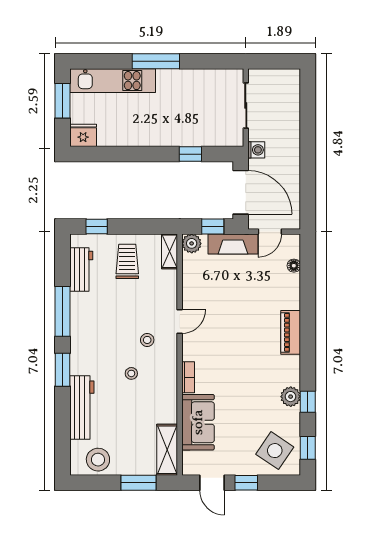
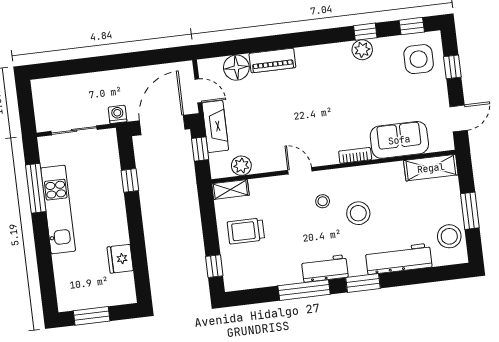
window: (156, 61) -> (36, 188), moved
kitchen unit: (113, 81) -> (58, 209), moved
fridge: (83, 135) -> (120, 259), moved
plant: (192, 243) -> (241, 166), moved
floor lamp: (294, 266) -> (236, 68), width x1.89, depth x1.89
workbench: (81, 270) -> (325, 269), moved
piano: (291, 332) -> (272, 61), moved
stool: (131, 373) -> (358, 213), width x1.89, depth x1.89
side table: (275, 451) -> (419, 59), turned -34
window: (138, 483) -> (470, 211), moved
window: (246, 483) -> (452, 67), moved

